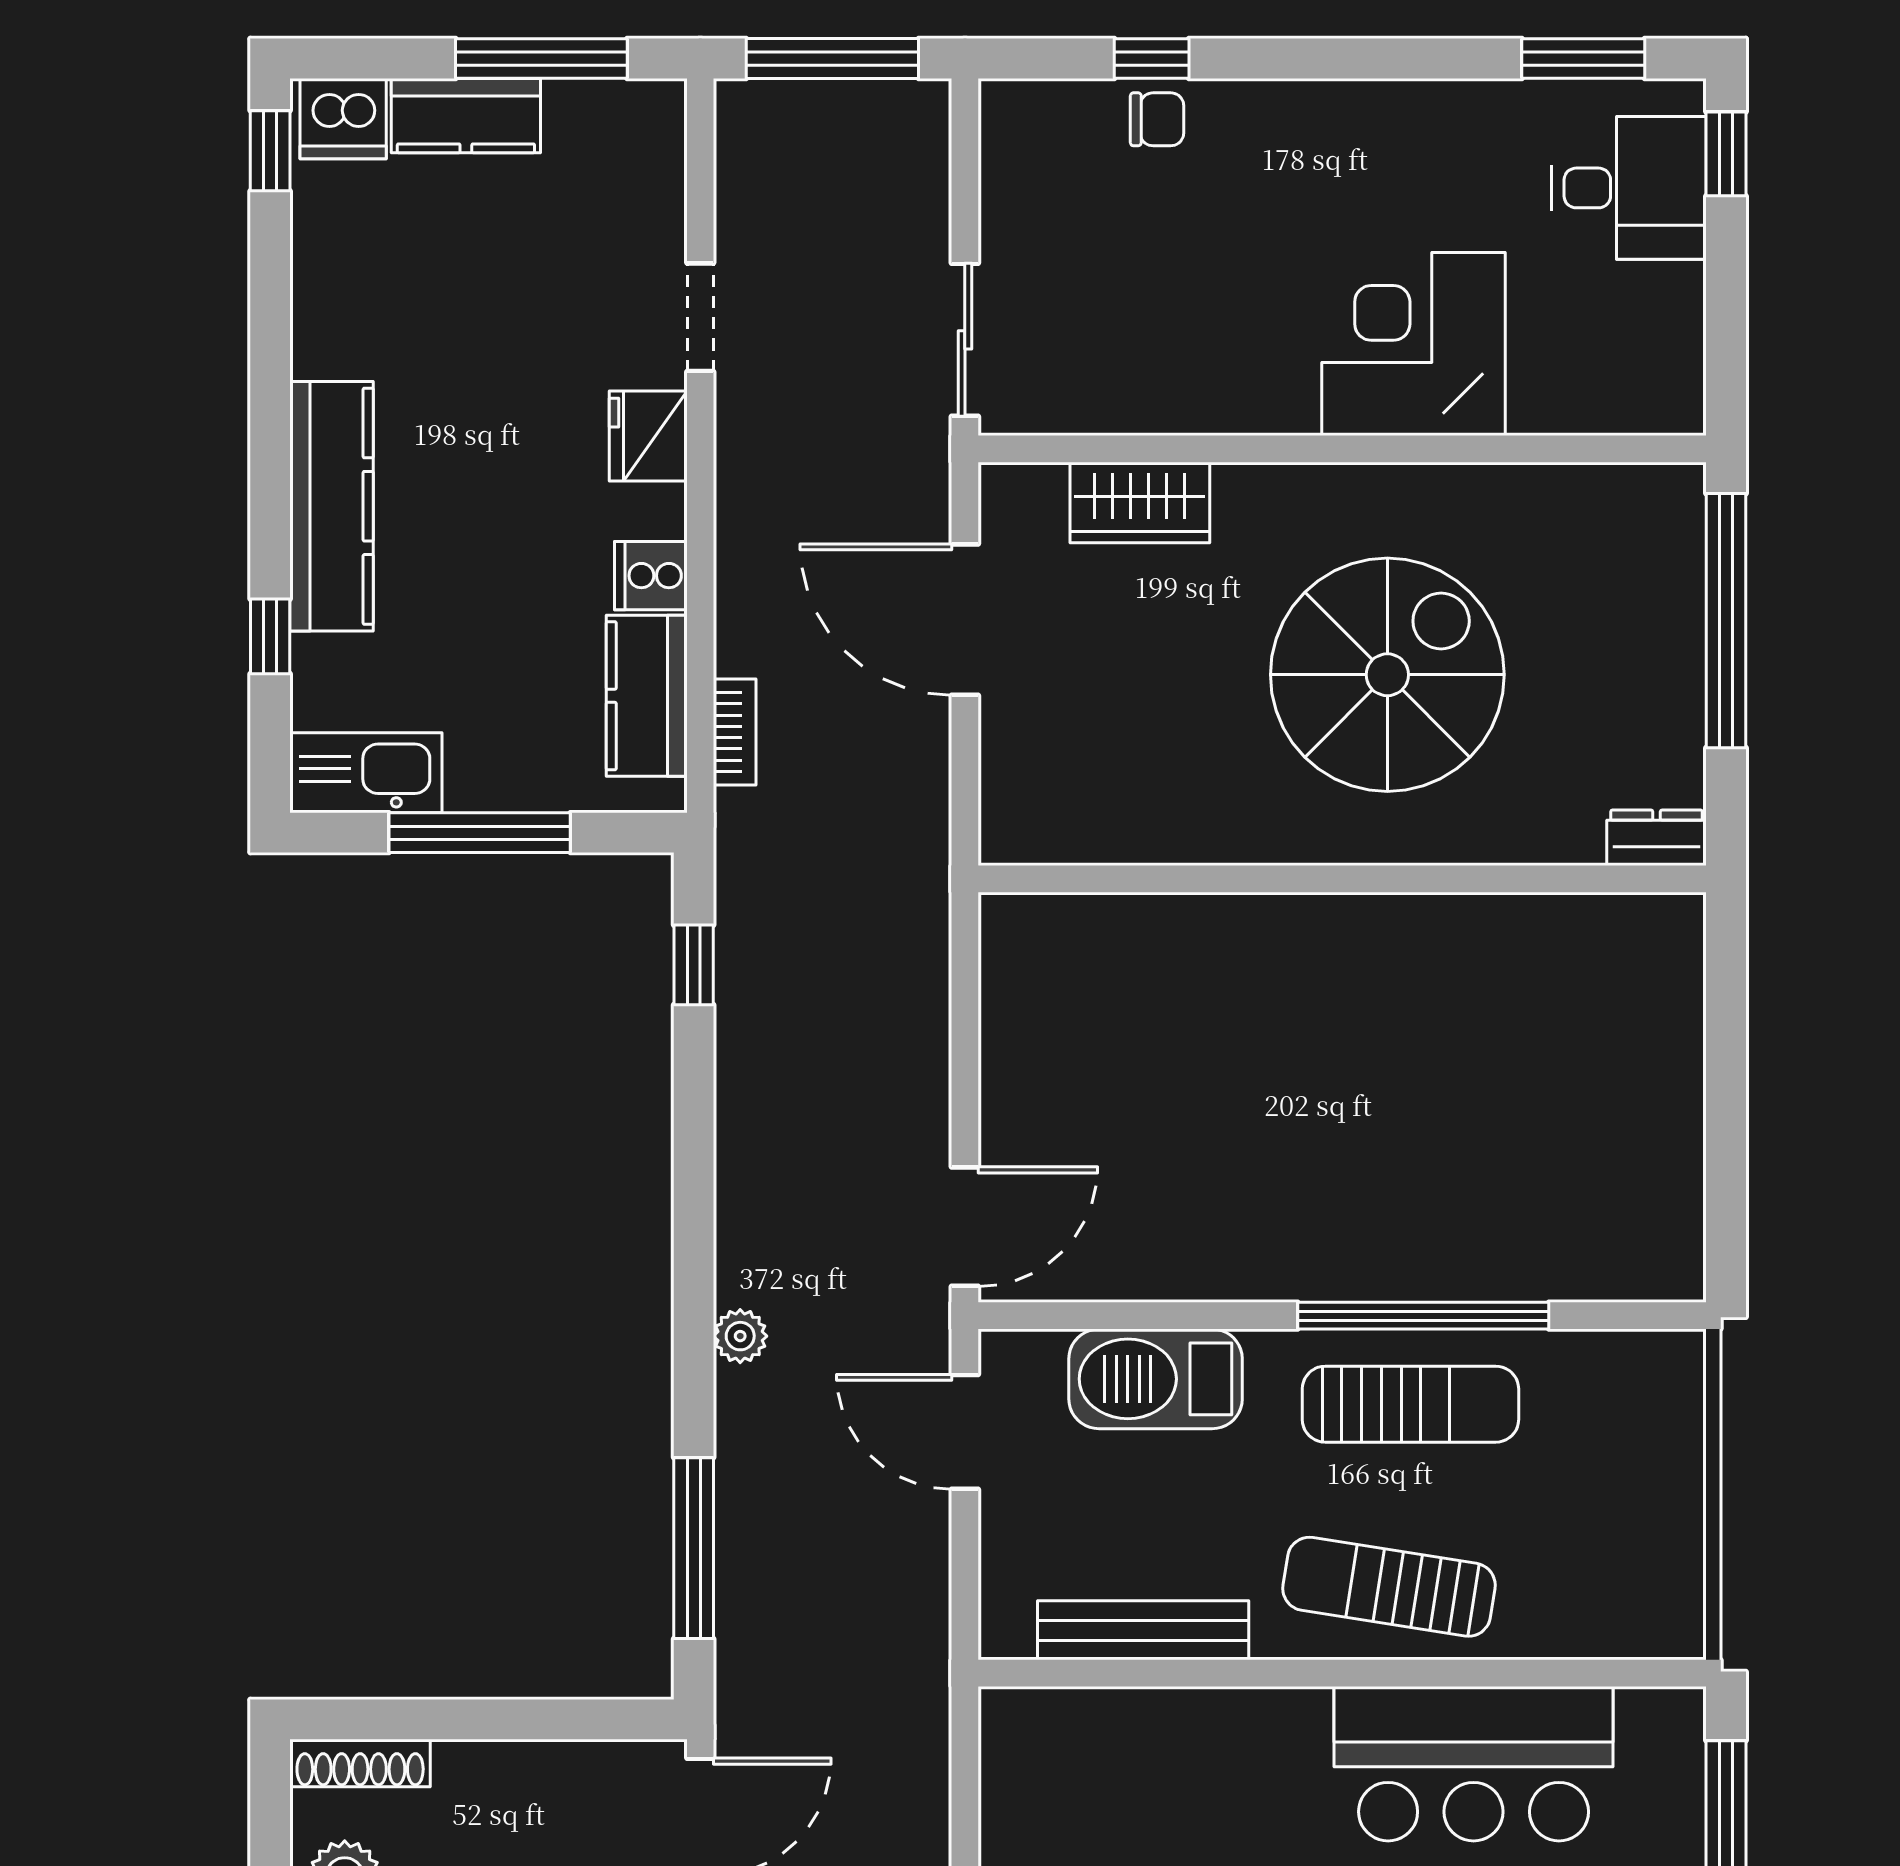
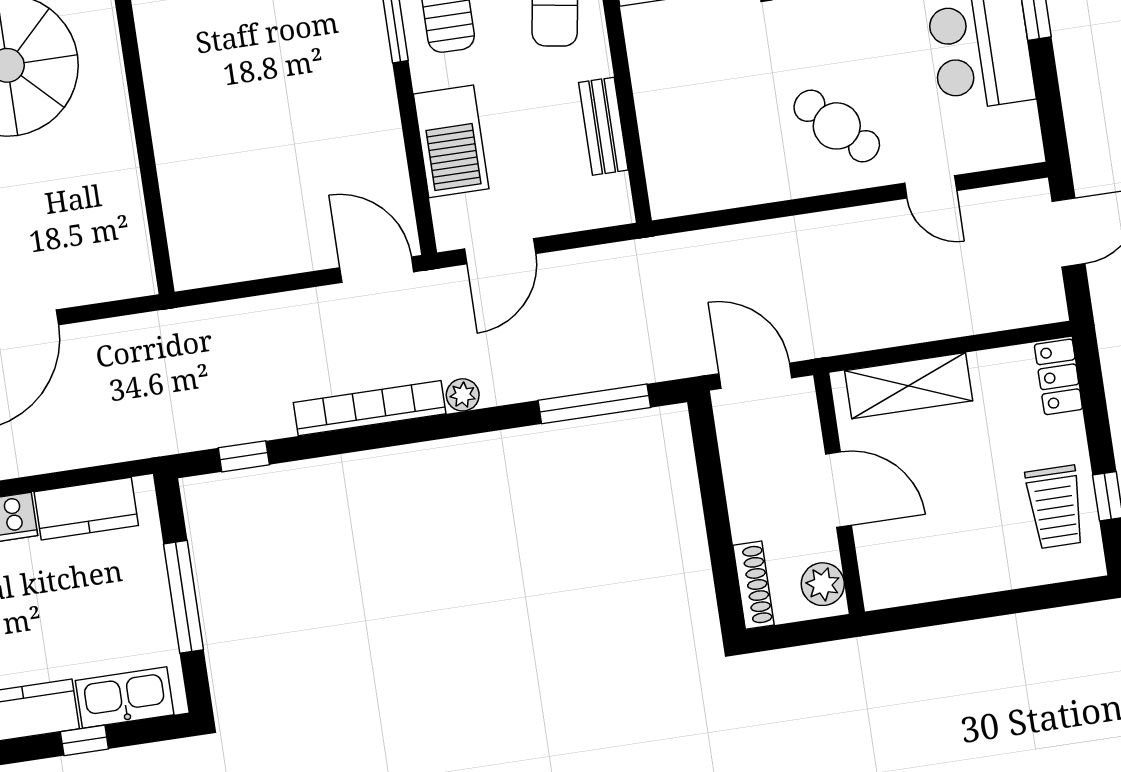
bookcase: (735, 732) -> (370, 408), moved, width x2.31, depth x1.31
kitchen sink: (366, 773) -> (125, 698), moved, turned 90
bench: (1143, 1630) -> (603, 126), width x0.73

